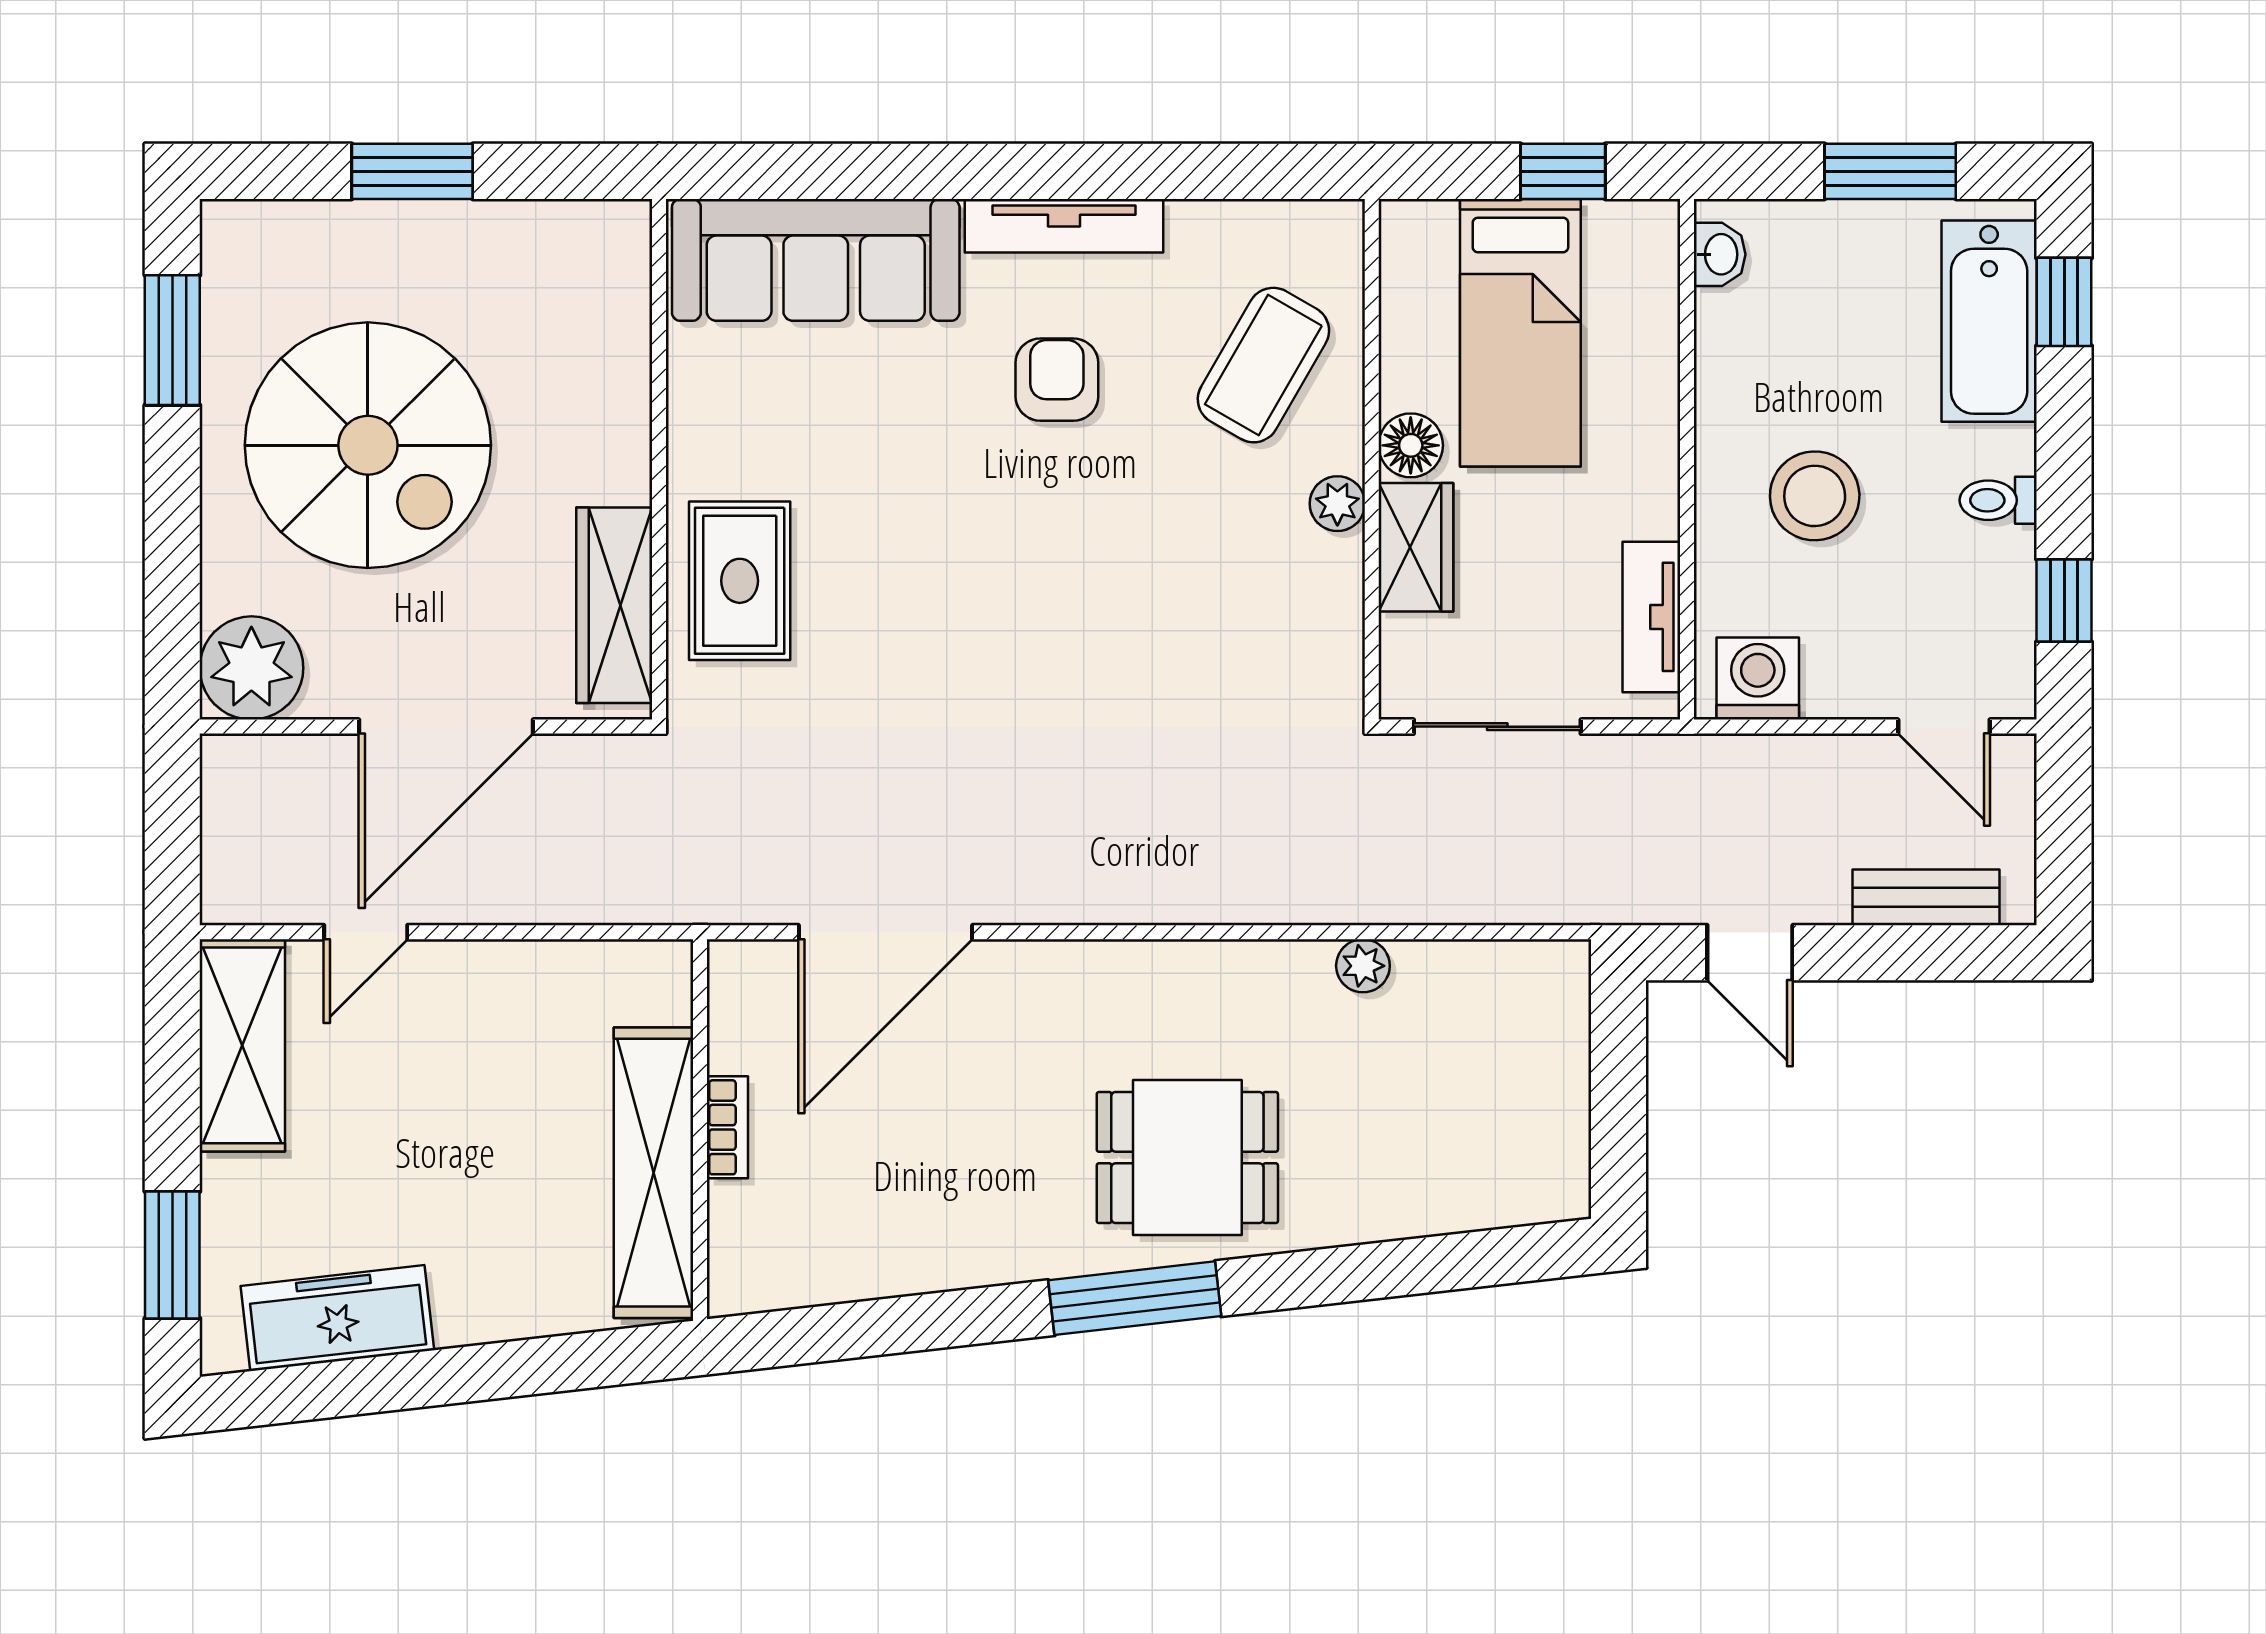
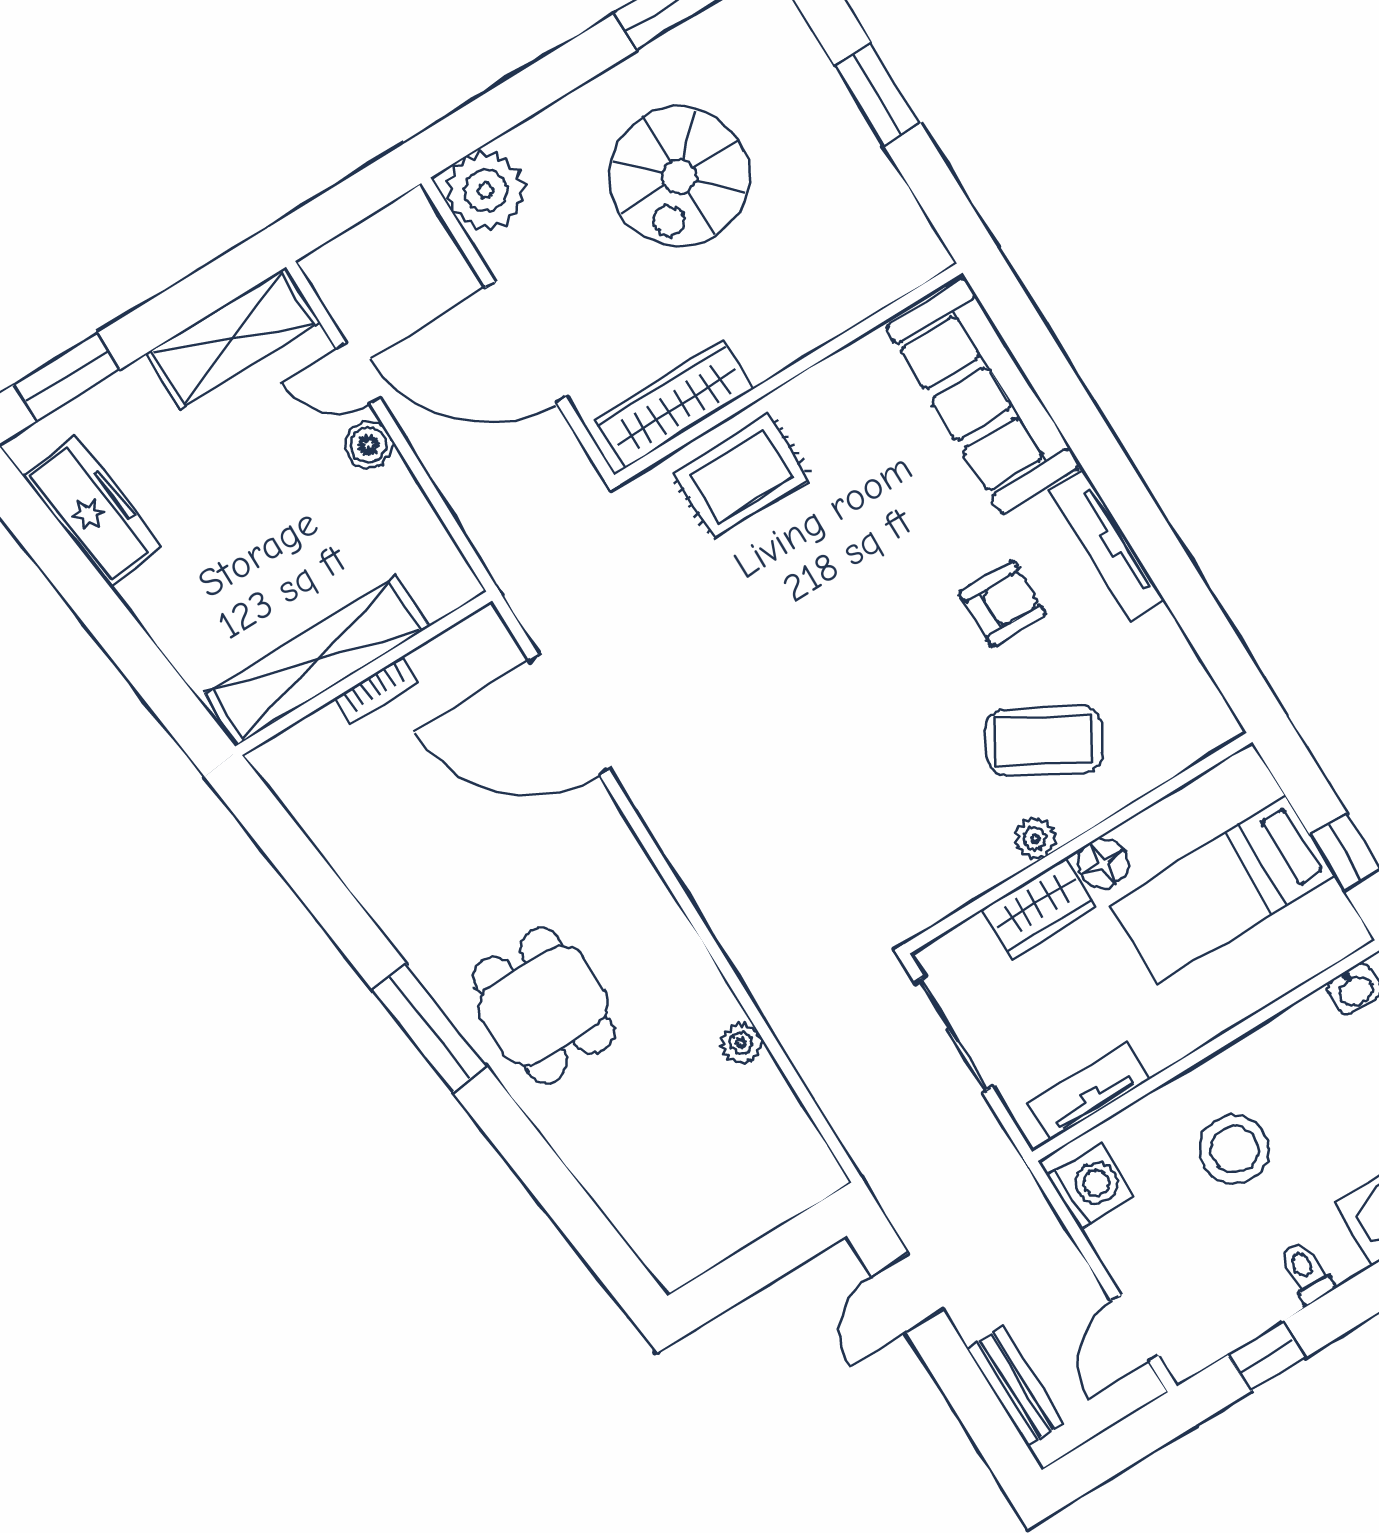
coffee table: (1263, 365) -> (1044, 741), moved
spiral stairs: (368, 445) -> (679, 177), width x0.73, depth x0.73
boiler: (452, 969) -> (369, 445), added

